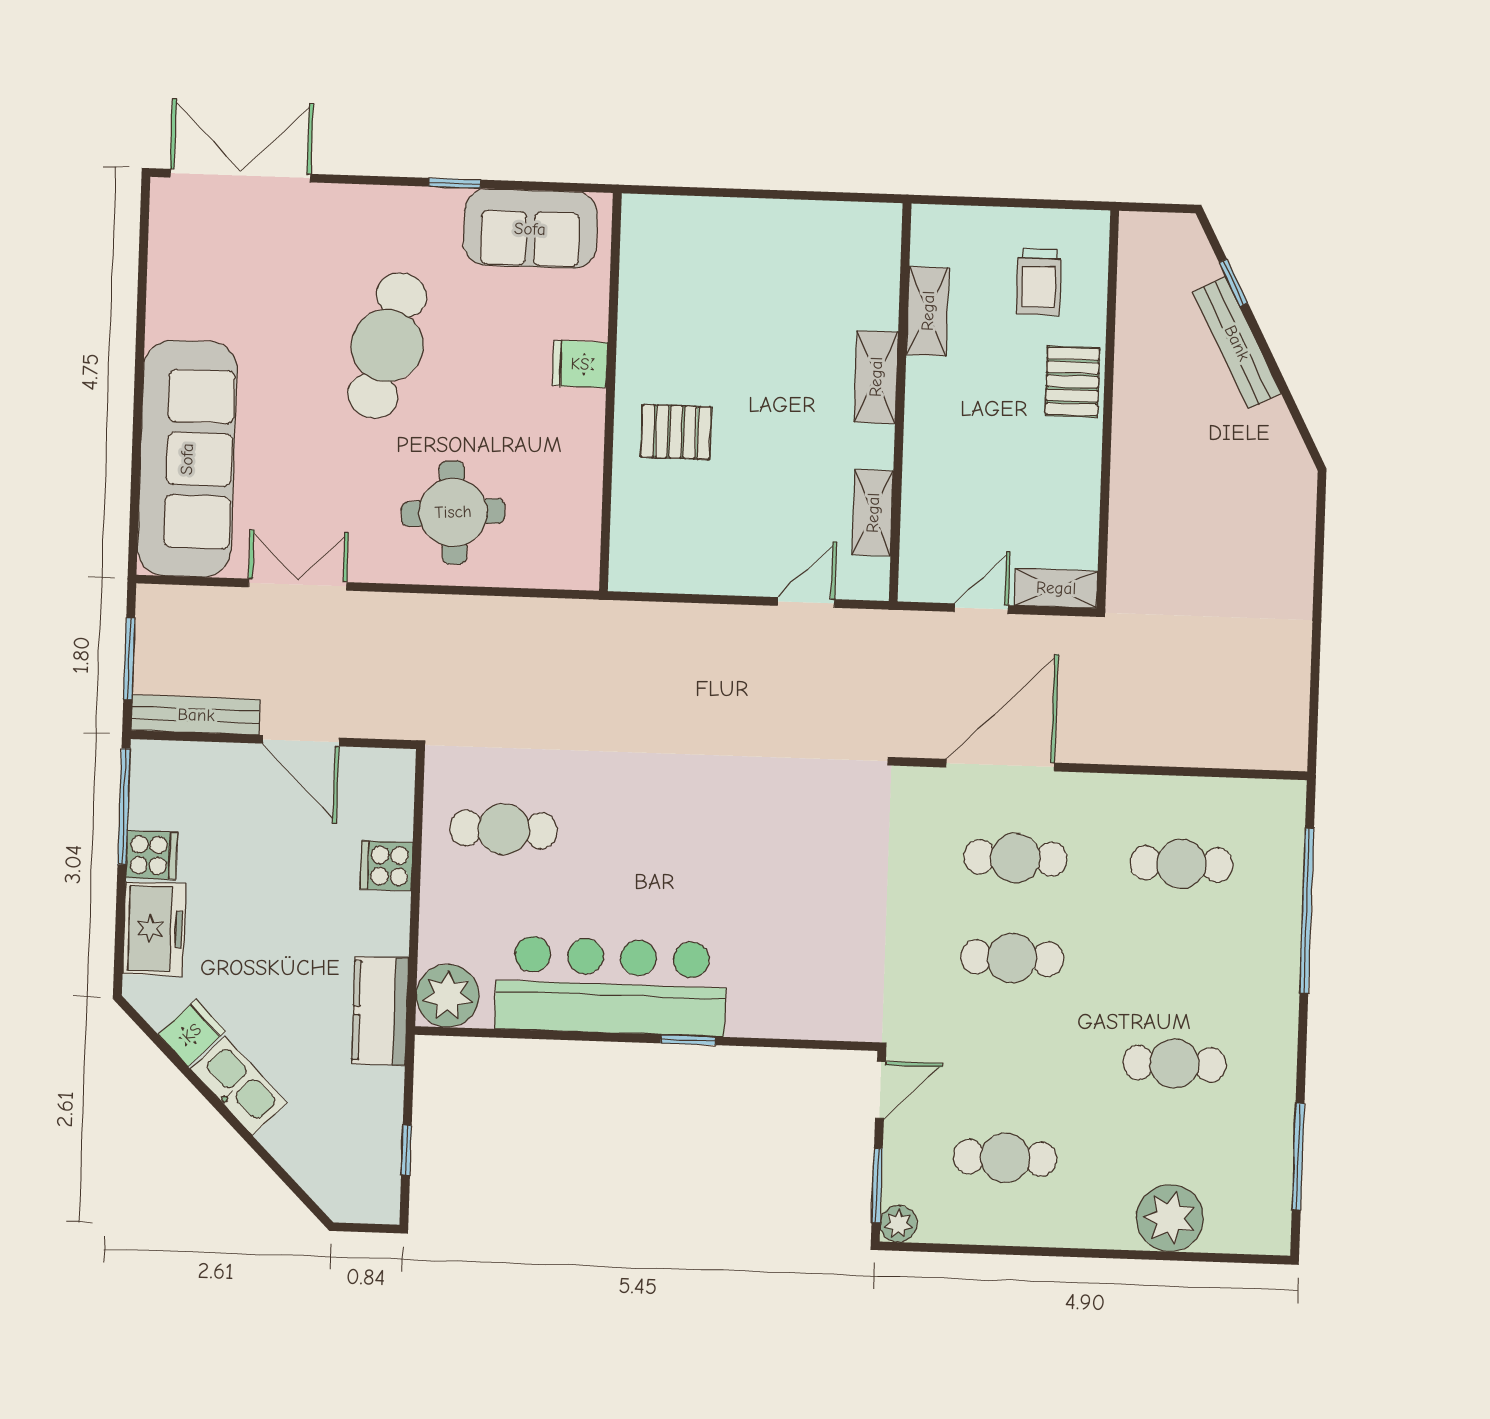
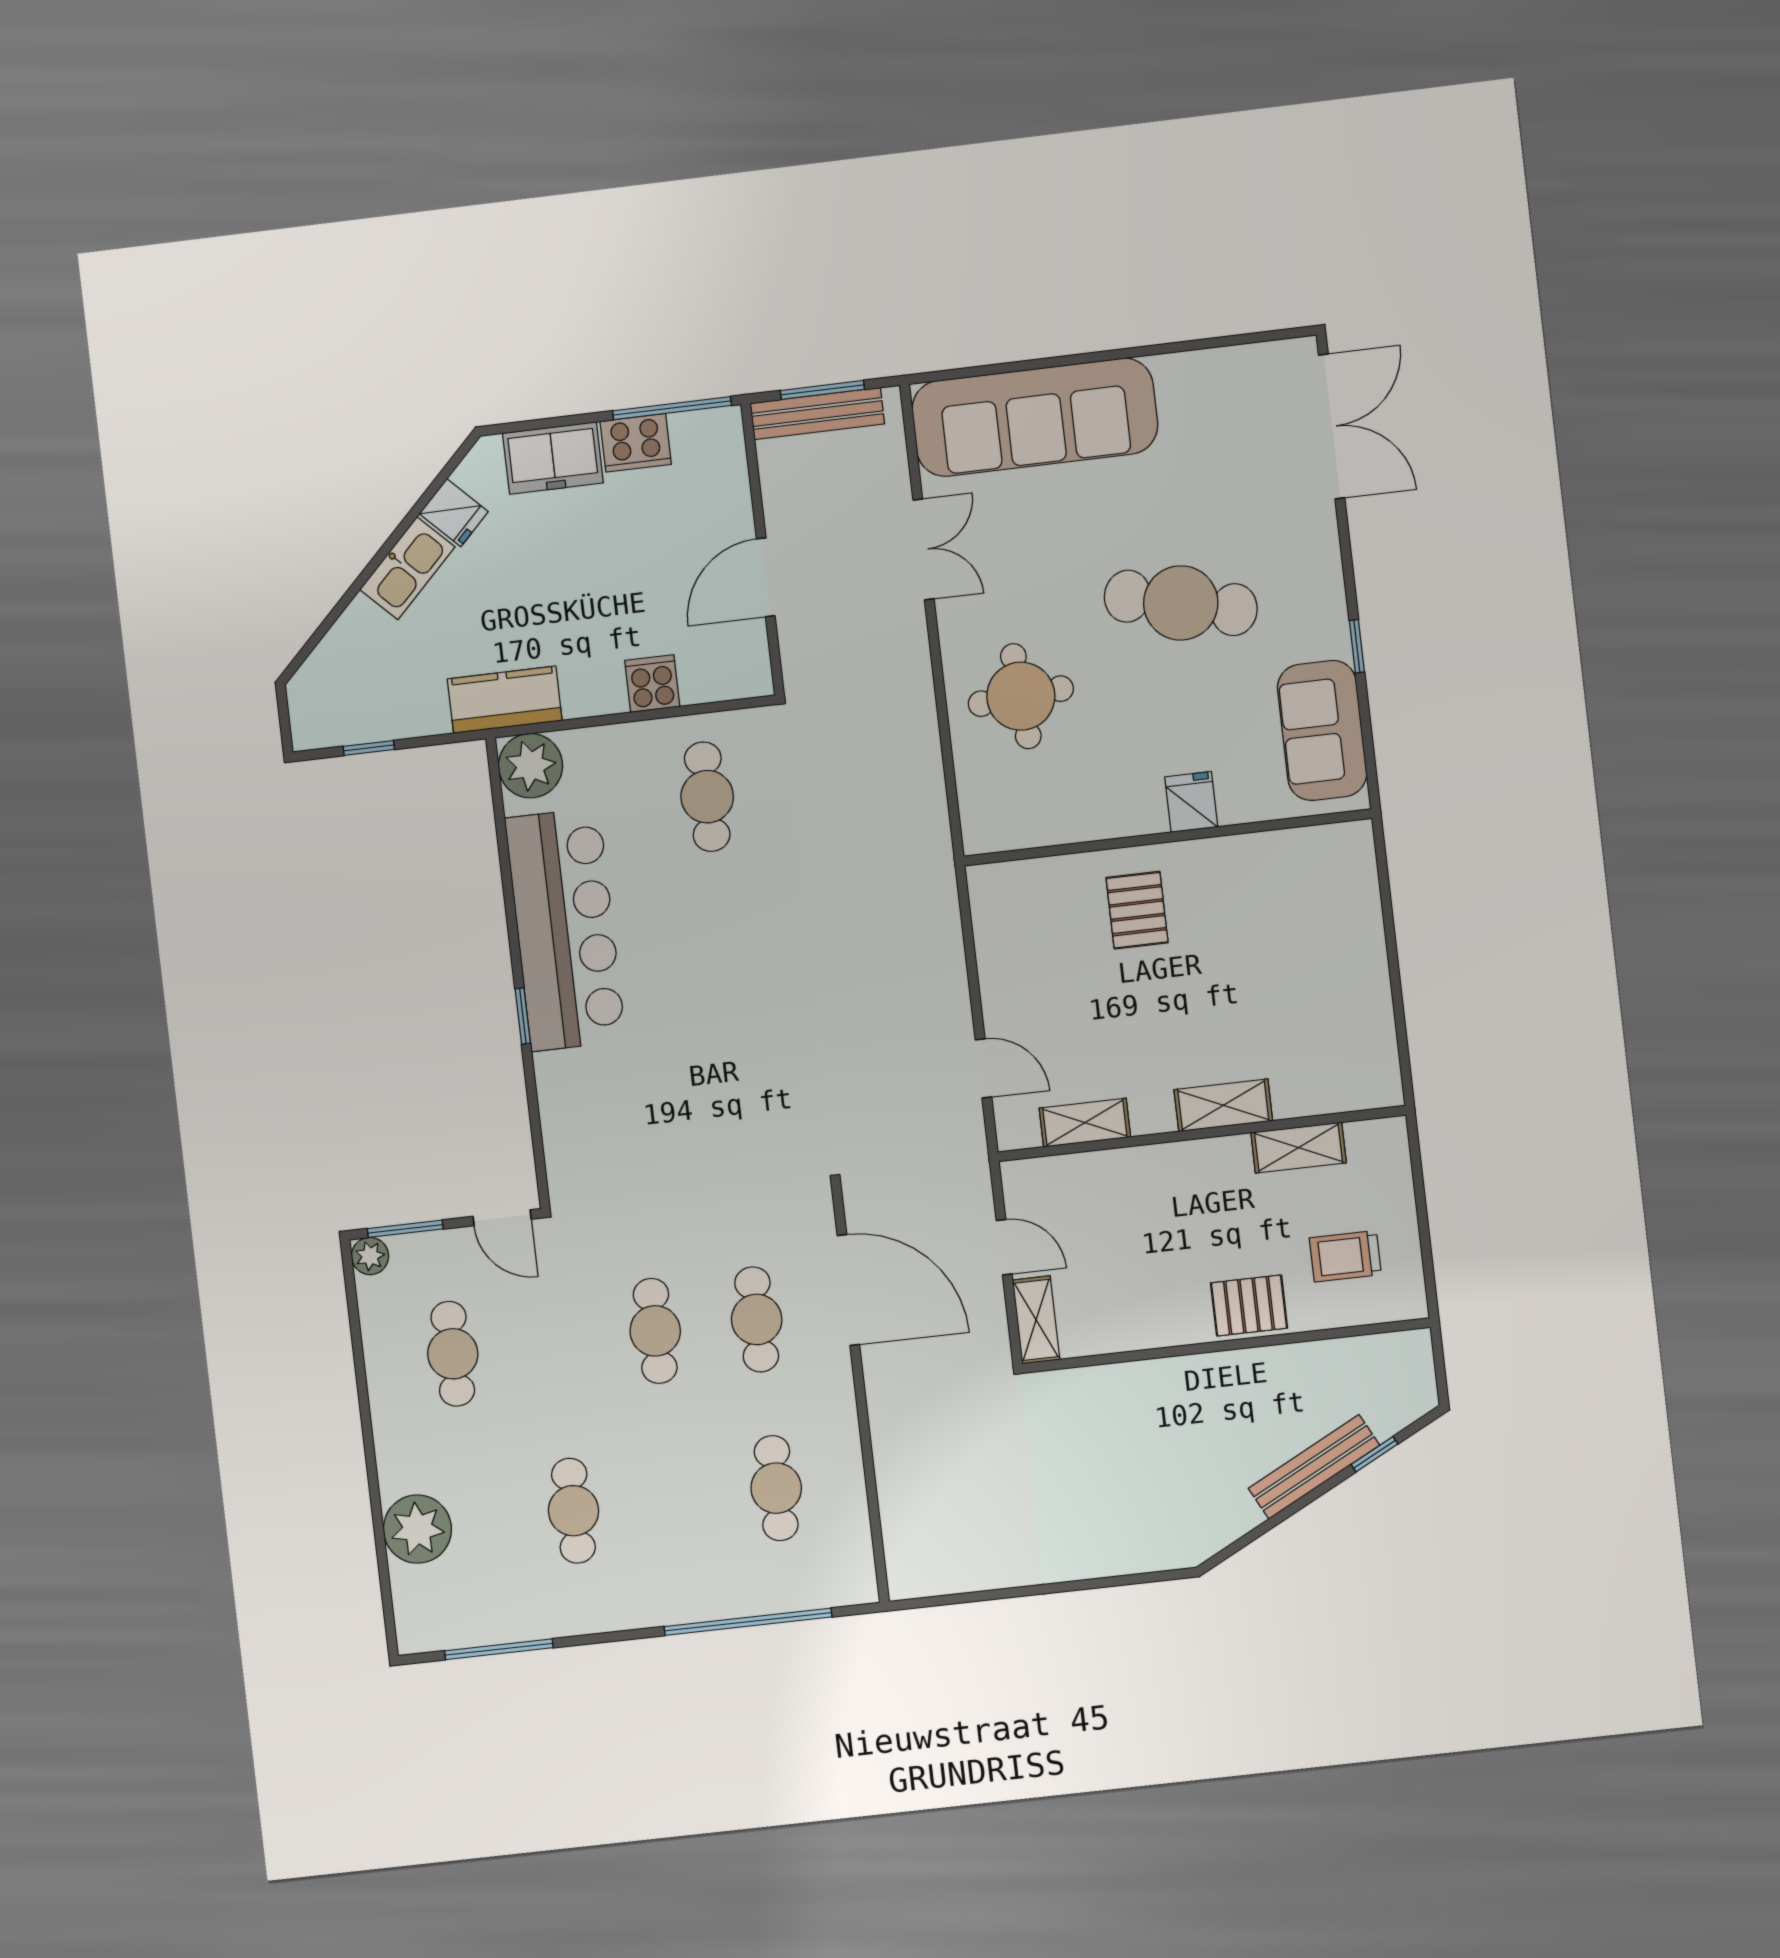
bench: (196, 715) -> (817, 414), moved, turned 90
cooker: (152, 855) -> (636, 443), width x1.36

